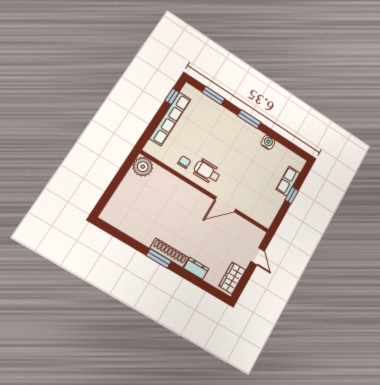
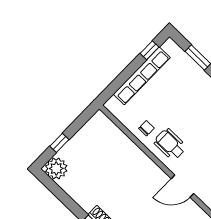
plant: (143, 167) -> (56, 168), moved
window: (110, 191) -> (59, 143), added

